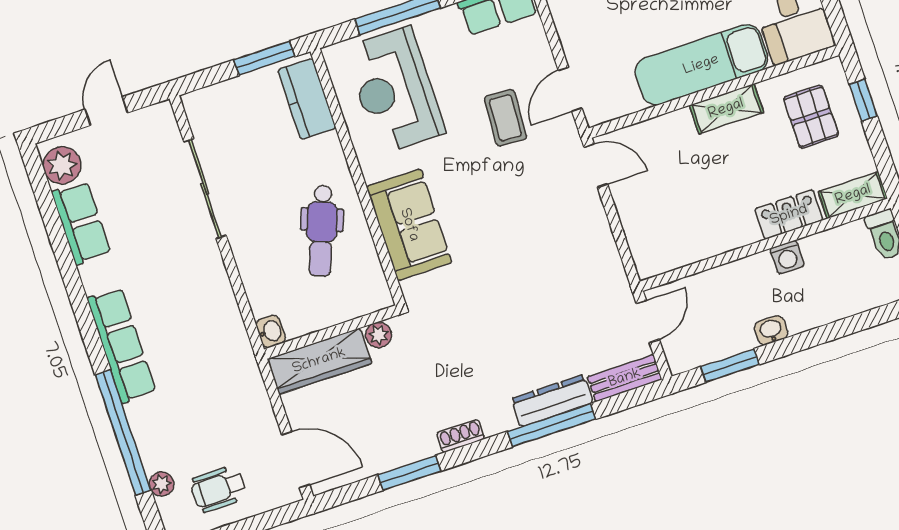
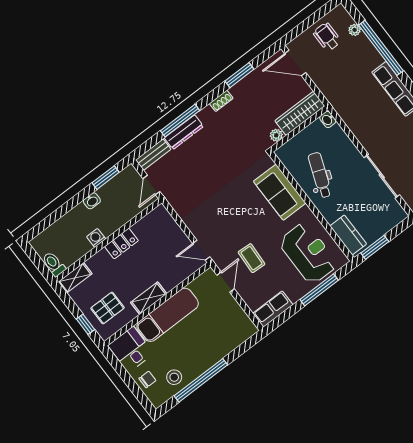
pallet: (811, 117) -> (107, 308), turned 90
locker: (789, 215) -> (121, 244), moved
wheelchair: (218, 489) -> (327, 37), turned -90

